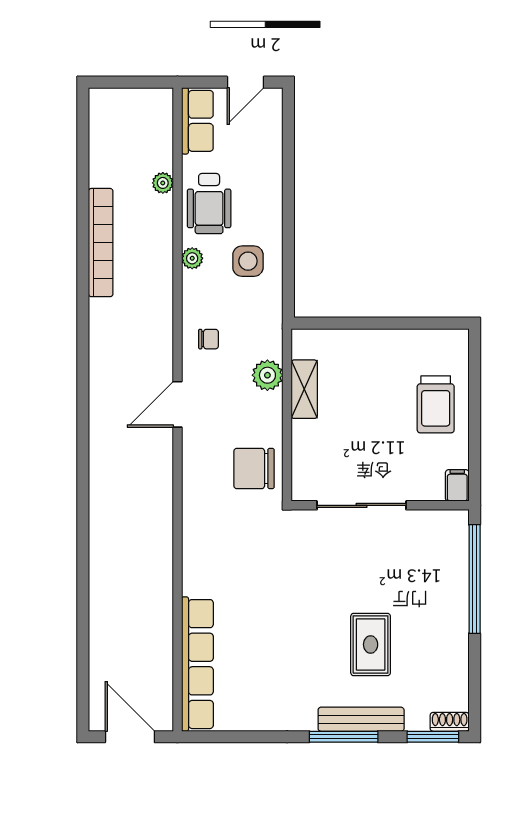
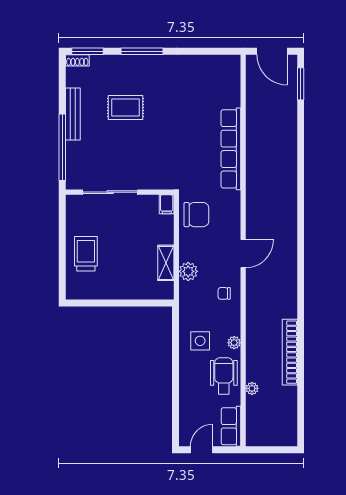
filing cabinet: (457, 485) -> (167, 204), moved
sliding door: (362, 505) -> (110, 192), moved
rug: (371, 644) -> (125, 107), turned 90
row of seats: (197, 664) -> (231, 149), moved
window: (83, 683) -> (301, 84), added
bench: (361, 719) -> (73, 114), moved, turned 90

